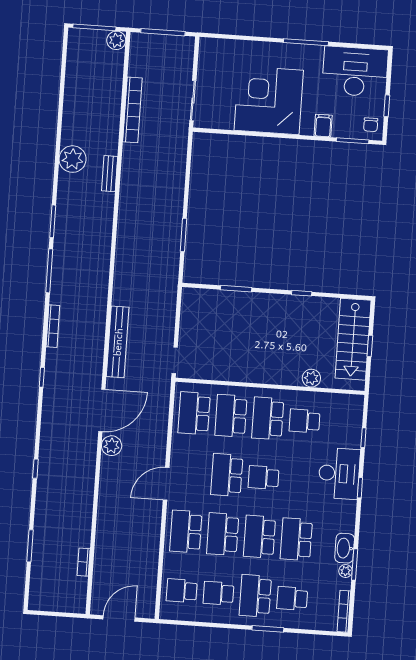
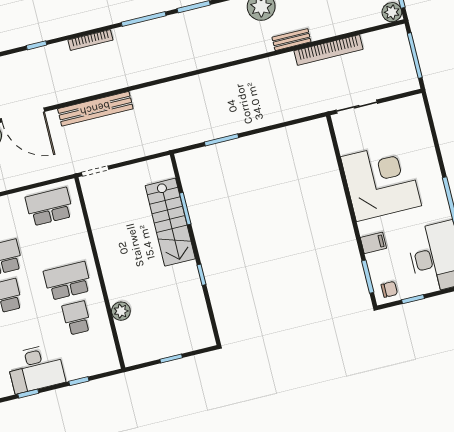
chair: (371, 125) -> (389, 289), turned 180
bench: (110, 174) -> (291, 40), moved
stairs: (353, 339) -> (170, 222), moved, turned -90
school desk: (231, 416) -> (58, 244), removed

